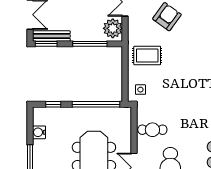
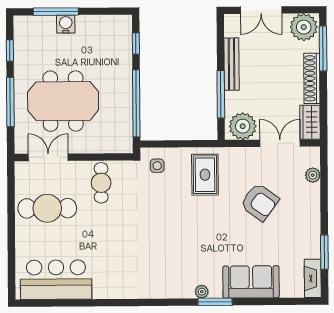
bench: (51, 36) -> (232, 64), moved
window: (46, 44) -> (220, 33), removed
water cooler: (39, 132) -> (66, 24), moved

